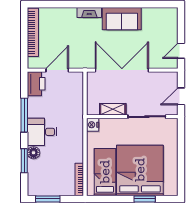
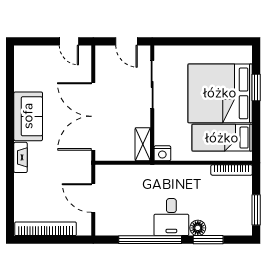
printer: (36, 84) -> (111, 225), removed
shelving: (113, 109) -> (143, 144), moved
window: (24, 115) -> (150, 240), width x1.46

